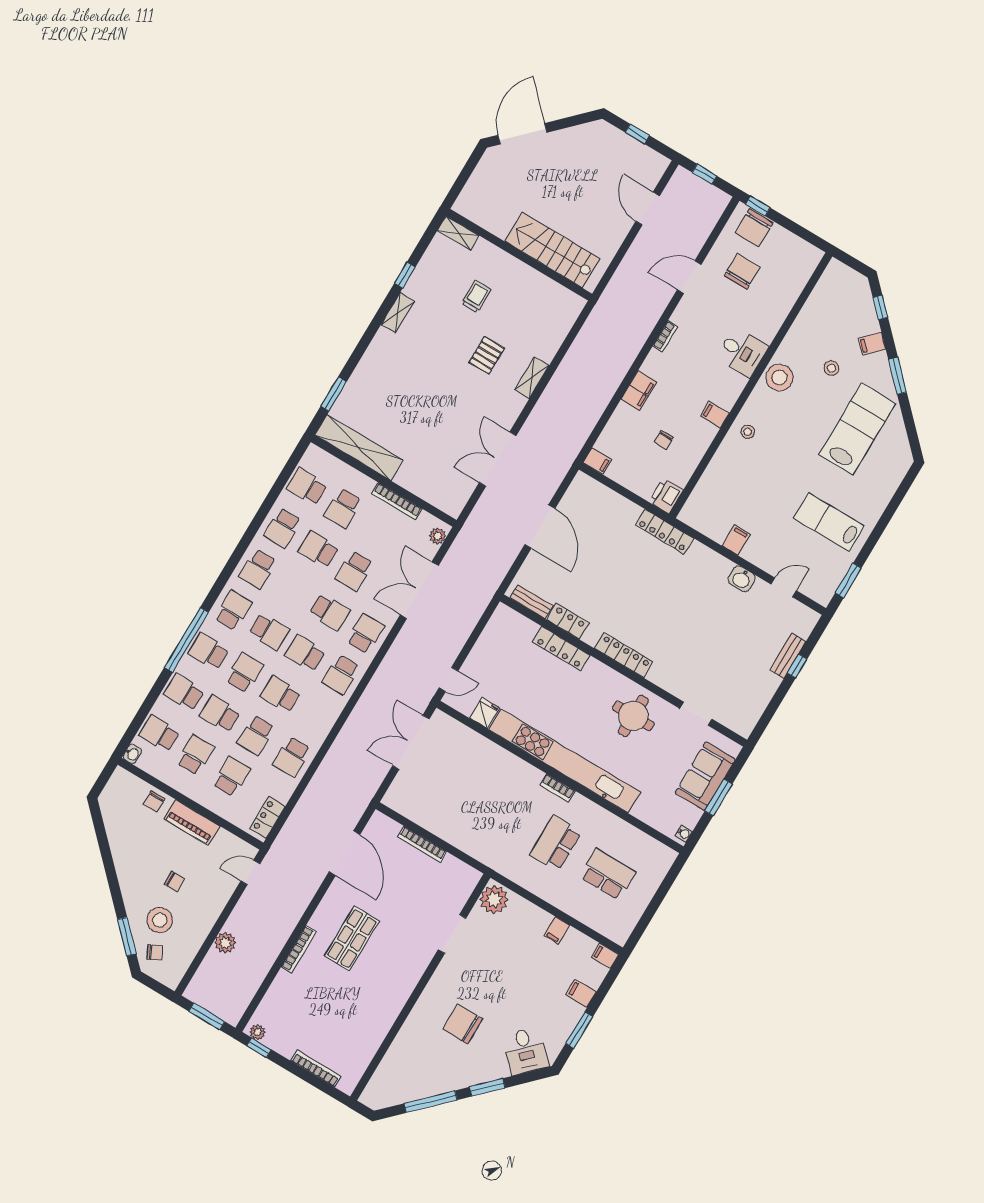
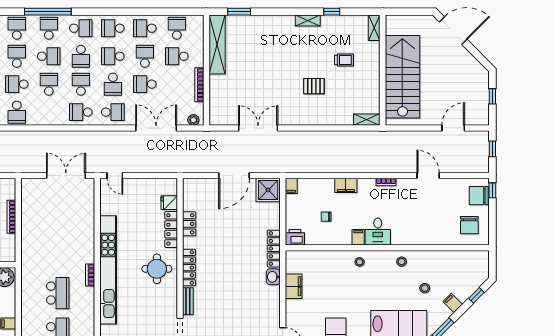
stairs: (552, 250) -> (402, 77), width x1.36, depth x1.51
chair: (742, 271) -> (469, 225), moved, turned 90
desk: (742, 352) -> (378, 231), moved
shelving: (532, 378) -> (367, 120), moved
stool: (780, 378) -> (402, 262), width x0.53, depth x0.53
shower: (585, 494) -> (268, 190), added
filing cabinet: (736, 540) -> (294, 286), width x2.00
washbasin: (742, 579) -> (273, 277), moved
school desk: (294, 590) -> (113, 56), added
bench: (531, 602) -> (188, 301), moved
fridge: (485, 713) -> (169, 203), moved, turned 180
round table: (633, 716) -> (157, 269), moved
school desk: (292, 757) -> (17, 112), turned -90
school desk: (556, 843) -> (58, 293), turned 90

